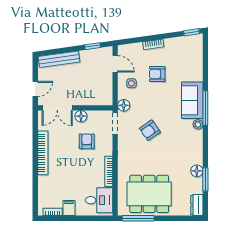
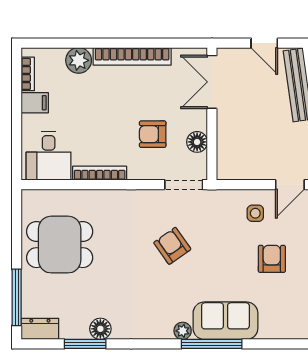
door: (35, 89) -> (264, 43), moved
floor lamp: (124, 105) -> (216, 200), removed
floor lamp: (81, 116) -> (197, 142), moved
armchair: (87, 141) -> (153, 134), turned 180
plant: (45, 183) -> (79, 60), added
dining table: (149, 194) -> (60, 245), width x0.73
window: (138, 218) -> (17, 297), moved

